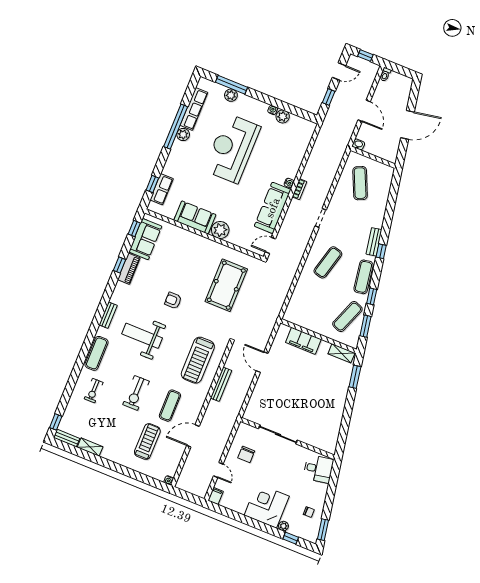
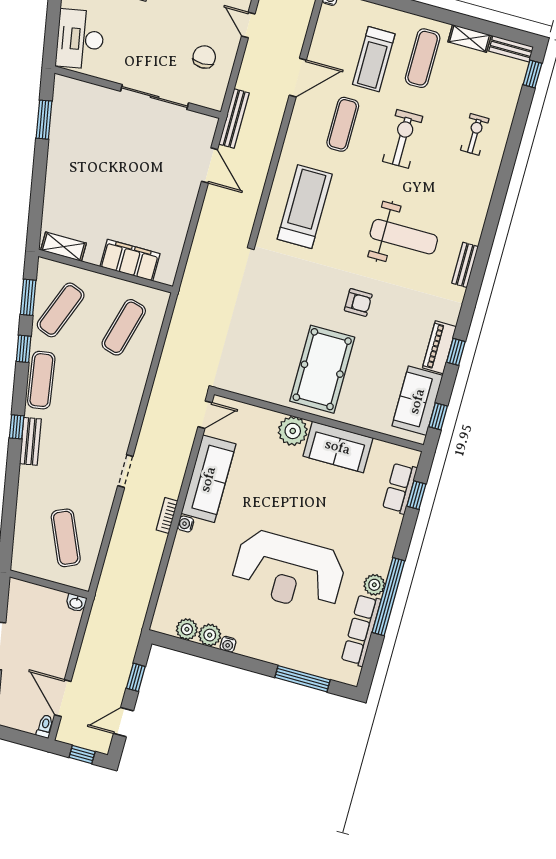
plant: (231, 95) -> (187, 629), moved
door: (364, 111) -> (63, 698), moved
reception desk: (232, 148) -> (289, 571), turned 90
exercise mat: (328, 262) -> (124, 327), moved
pool table: (226, 285) -> (322, 369), moved
exercise mat: (97, 353) -> (423, 58), moved
door: (262, 362) -> (210, 165), moved
window: (355, 377) -> (44, 120), moved
bench: (221, 384) -> (234, 119), moved
desk: (318, 469) -> (80, 39), width x1.37

